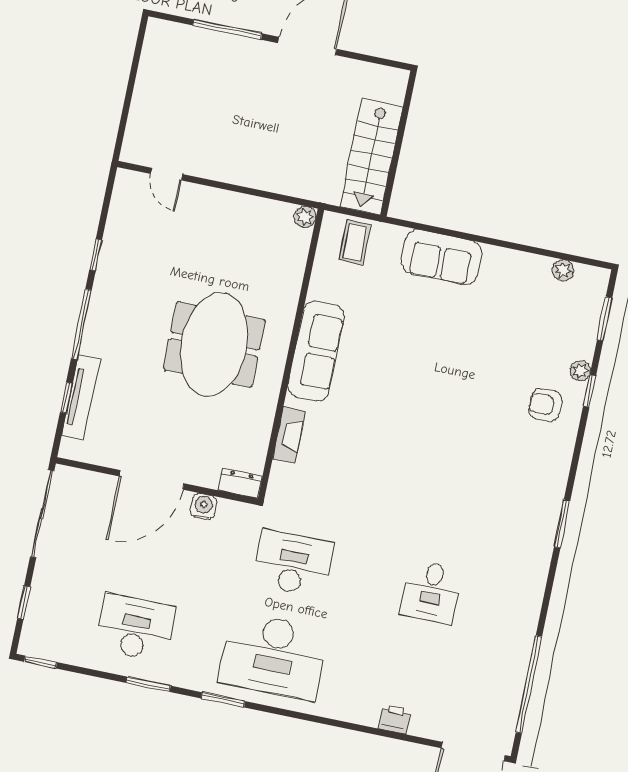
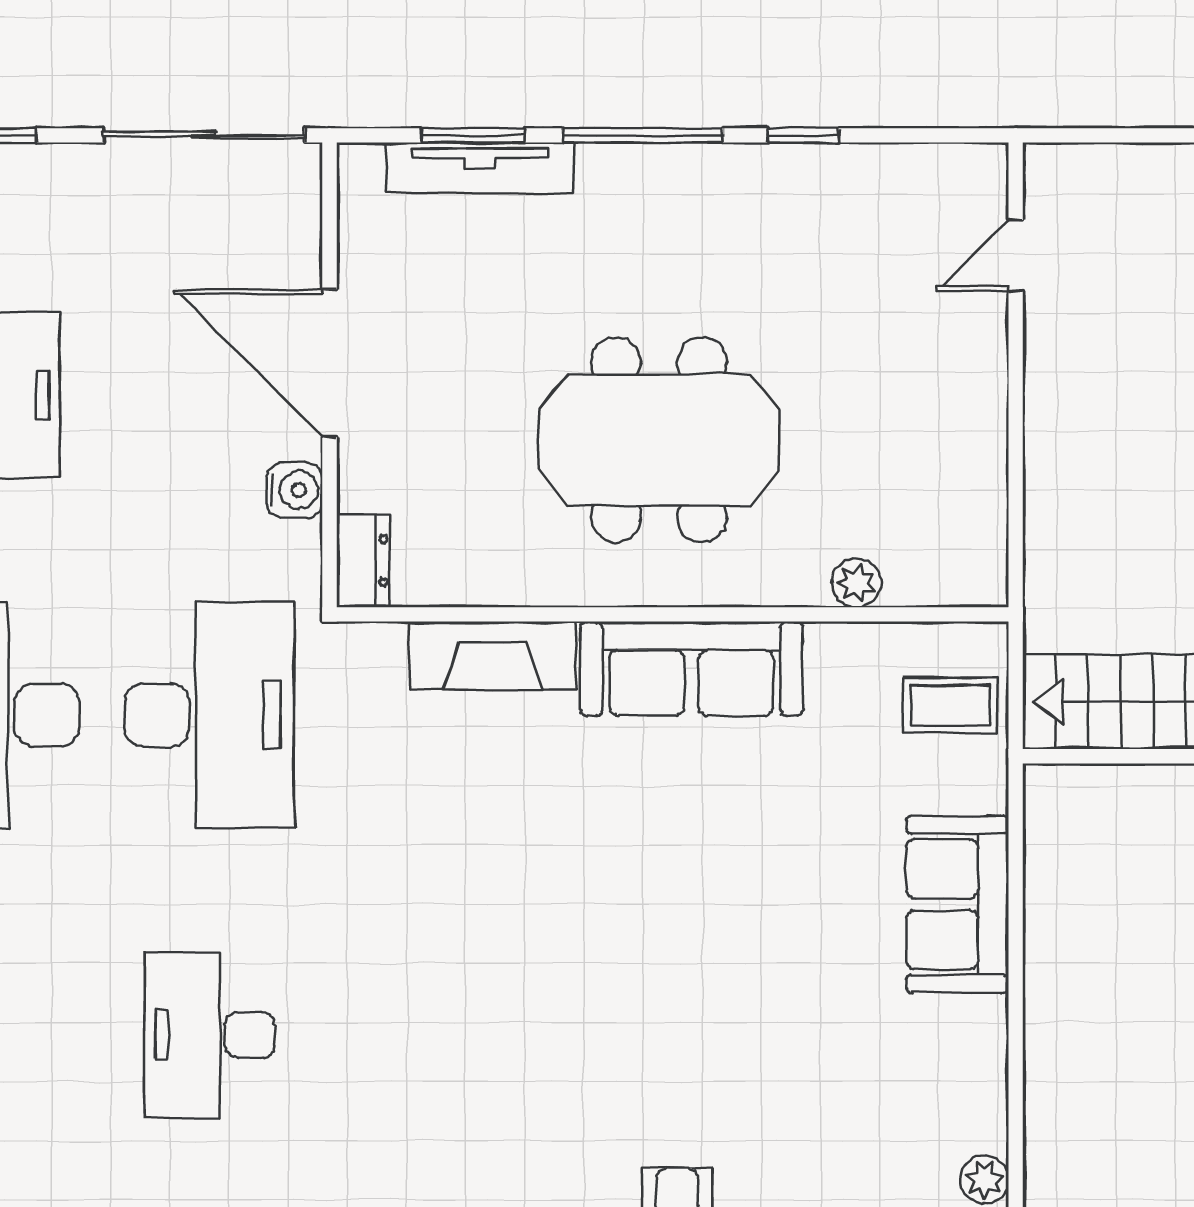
plant: (305, 217) -> (857, 583), moved
window: (66, 398) -> (473, 135), width x1.50
fireplace: (289, 435) -> (493, 656), width x1.37, depth x1.32
desk: (293, 563) -> (209, 715), width x1.36, depth x1.30
desk: (431, 592) -> (209, 1035), width x1.37

